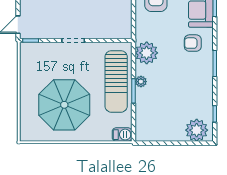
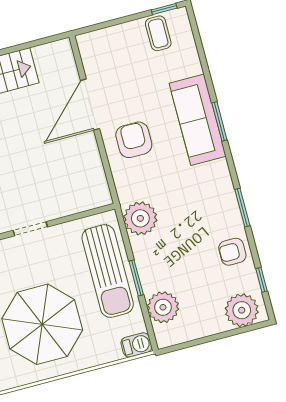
armchair: (193, 43) -> (232, 252), moved
plant: (141, 82) -> (163, 307), moved, width x1.88, depth x1.88

